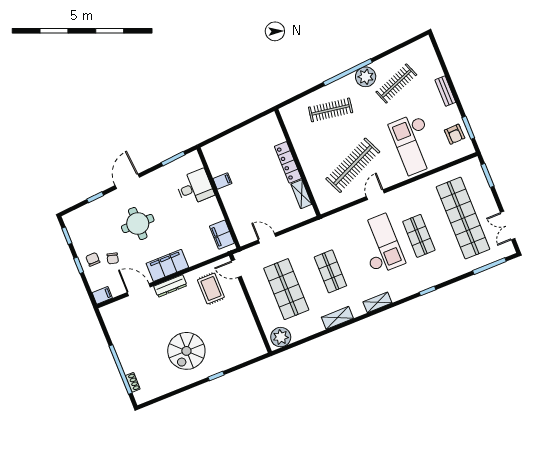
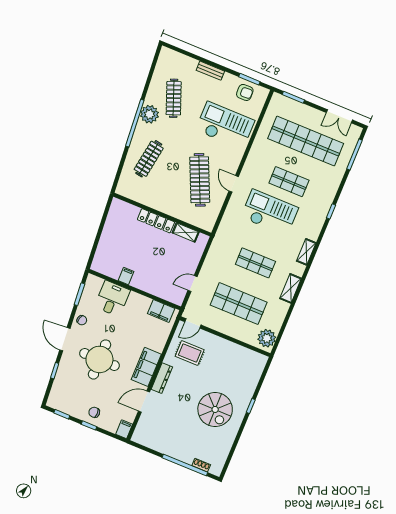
checkout: (414, 144) -> (225, 125), turned 180
round table: (138, 224) -> (99, 359), width x1.36, depth x1.36
chair: (113, 258) -> (82, 320), moved

